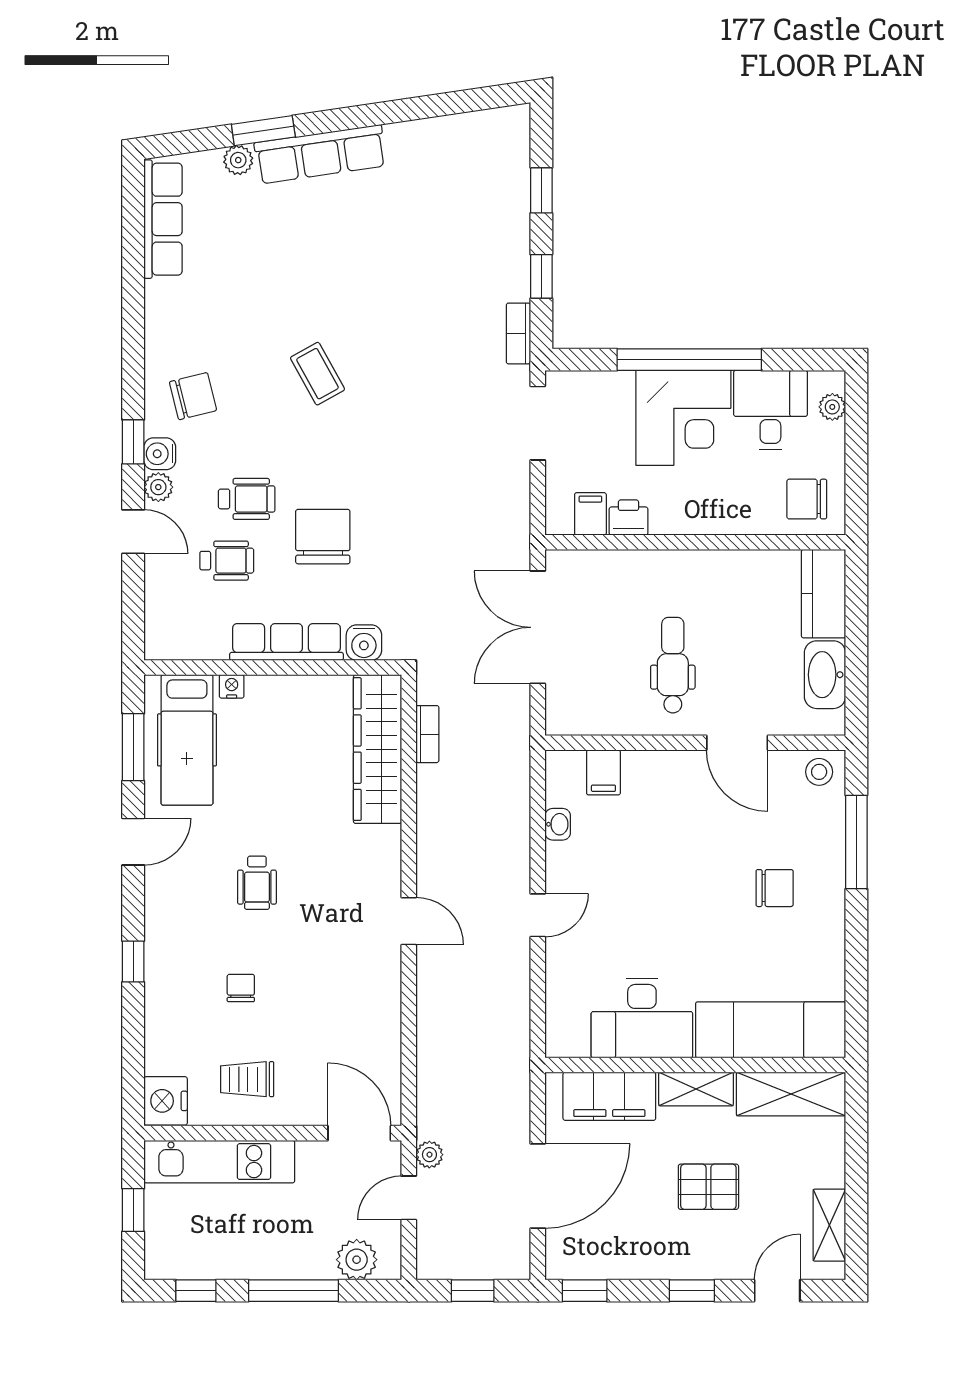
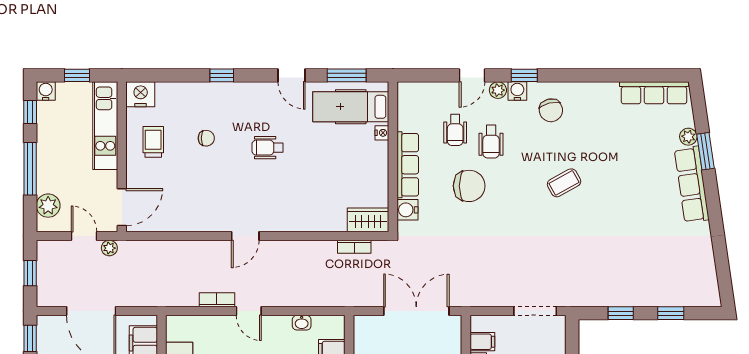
bookcase: (518, 333) -> (217, 300), moved
wardrobe: (378, 749) -> (368, 220), width x0.48, depth x0.85
water cooler: (160, 1264) -> (46, 91), added

